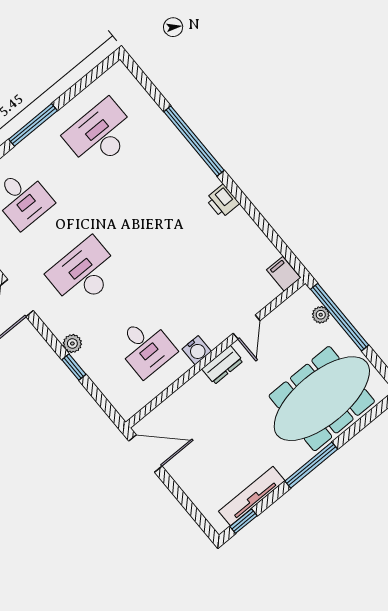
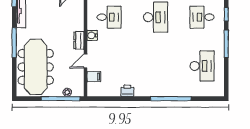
printer: (222, 201) -> (127, 91), moved
filing cabinet: (284, 274) -> (94, 77), moved
door: (247, 327) -> (85, 61), hinge flipped
desk: (145, 347) -> (109, 17), turned 180

